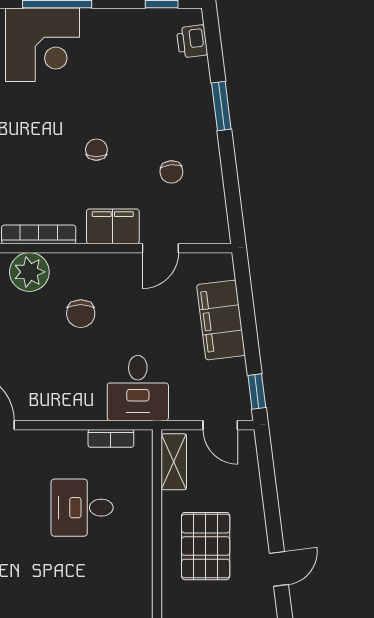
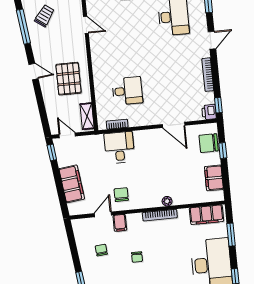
filing cabinet: (113, 226) -> (120, 223), width x0.50
plant: (29, 272) -> (167, 201), width x0.53, depth x0.53
chair: (81, 314) -> (121, 195), moved
desk: (138, 388) -> (119, 147), moved
door: (279, 569) -> (34, 71), swing flipped

